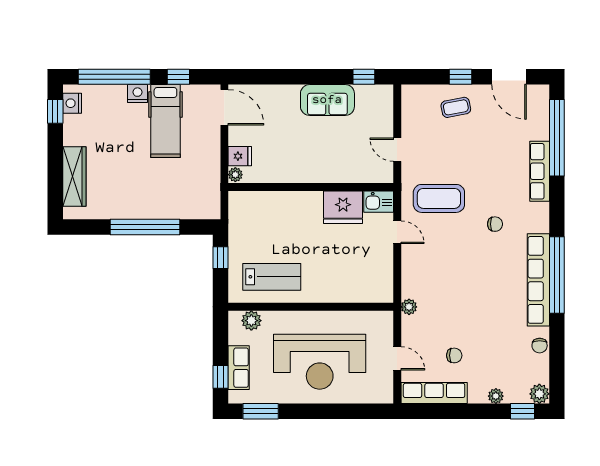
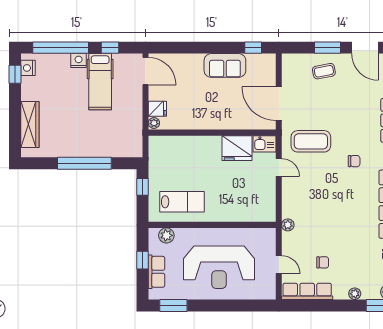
window: (460, 77) -> (328, 48), width x1.50
door: (397, 150) -> (279, 104), width x1.88
window: (221, 377) -> (143, 260), moved

